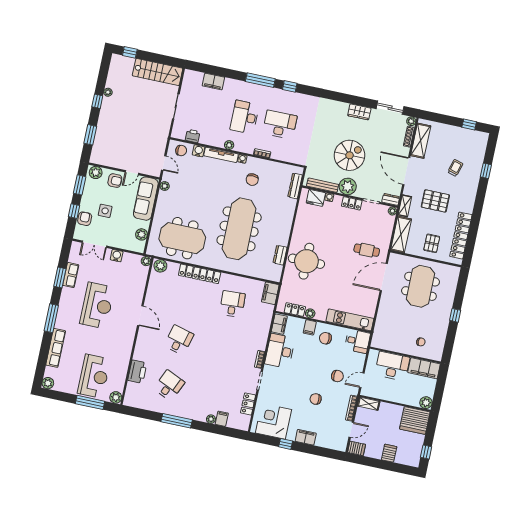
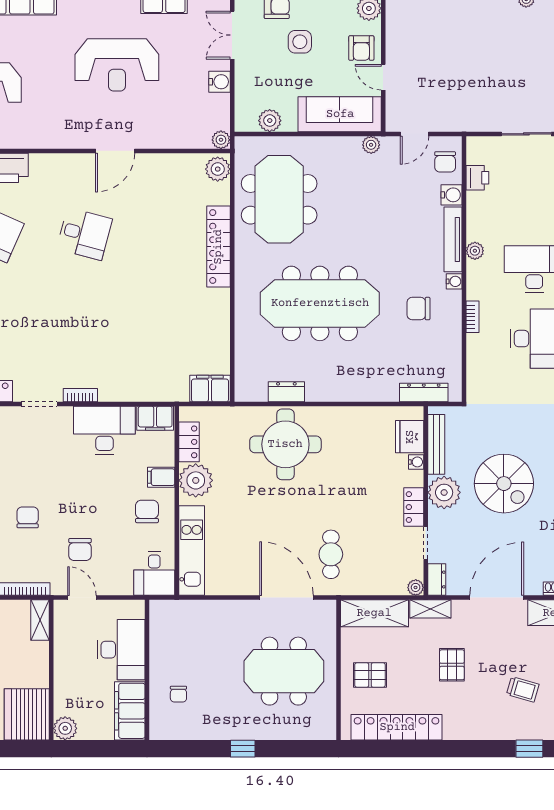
pallet: (435, 201) -> (452, 665), width x0.67, depth x0.71
desk: (232, 304) -> (174, 321), removed
plant: (310, 313) -> (196, 480), width x1.87, depth x1.87

